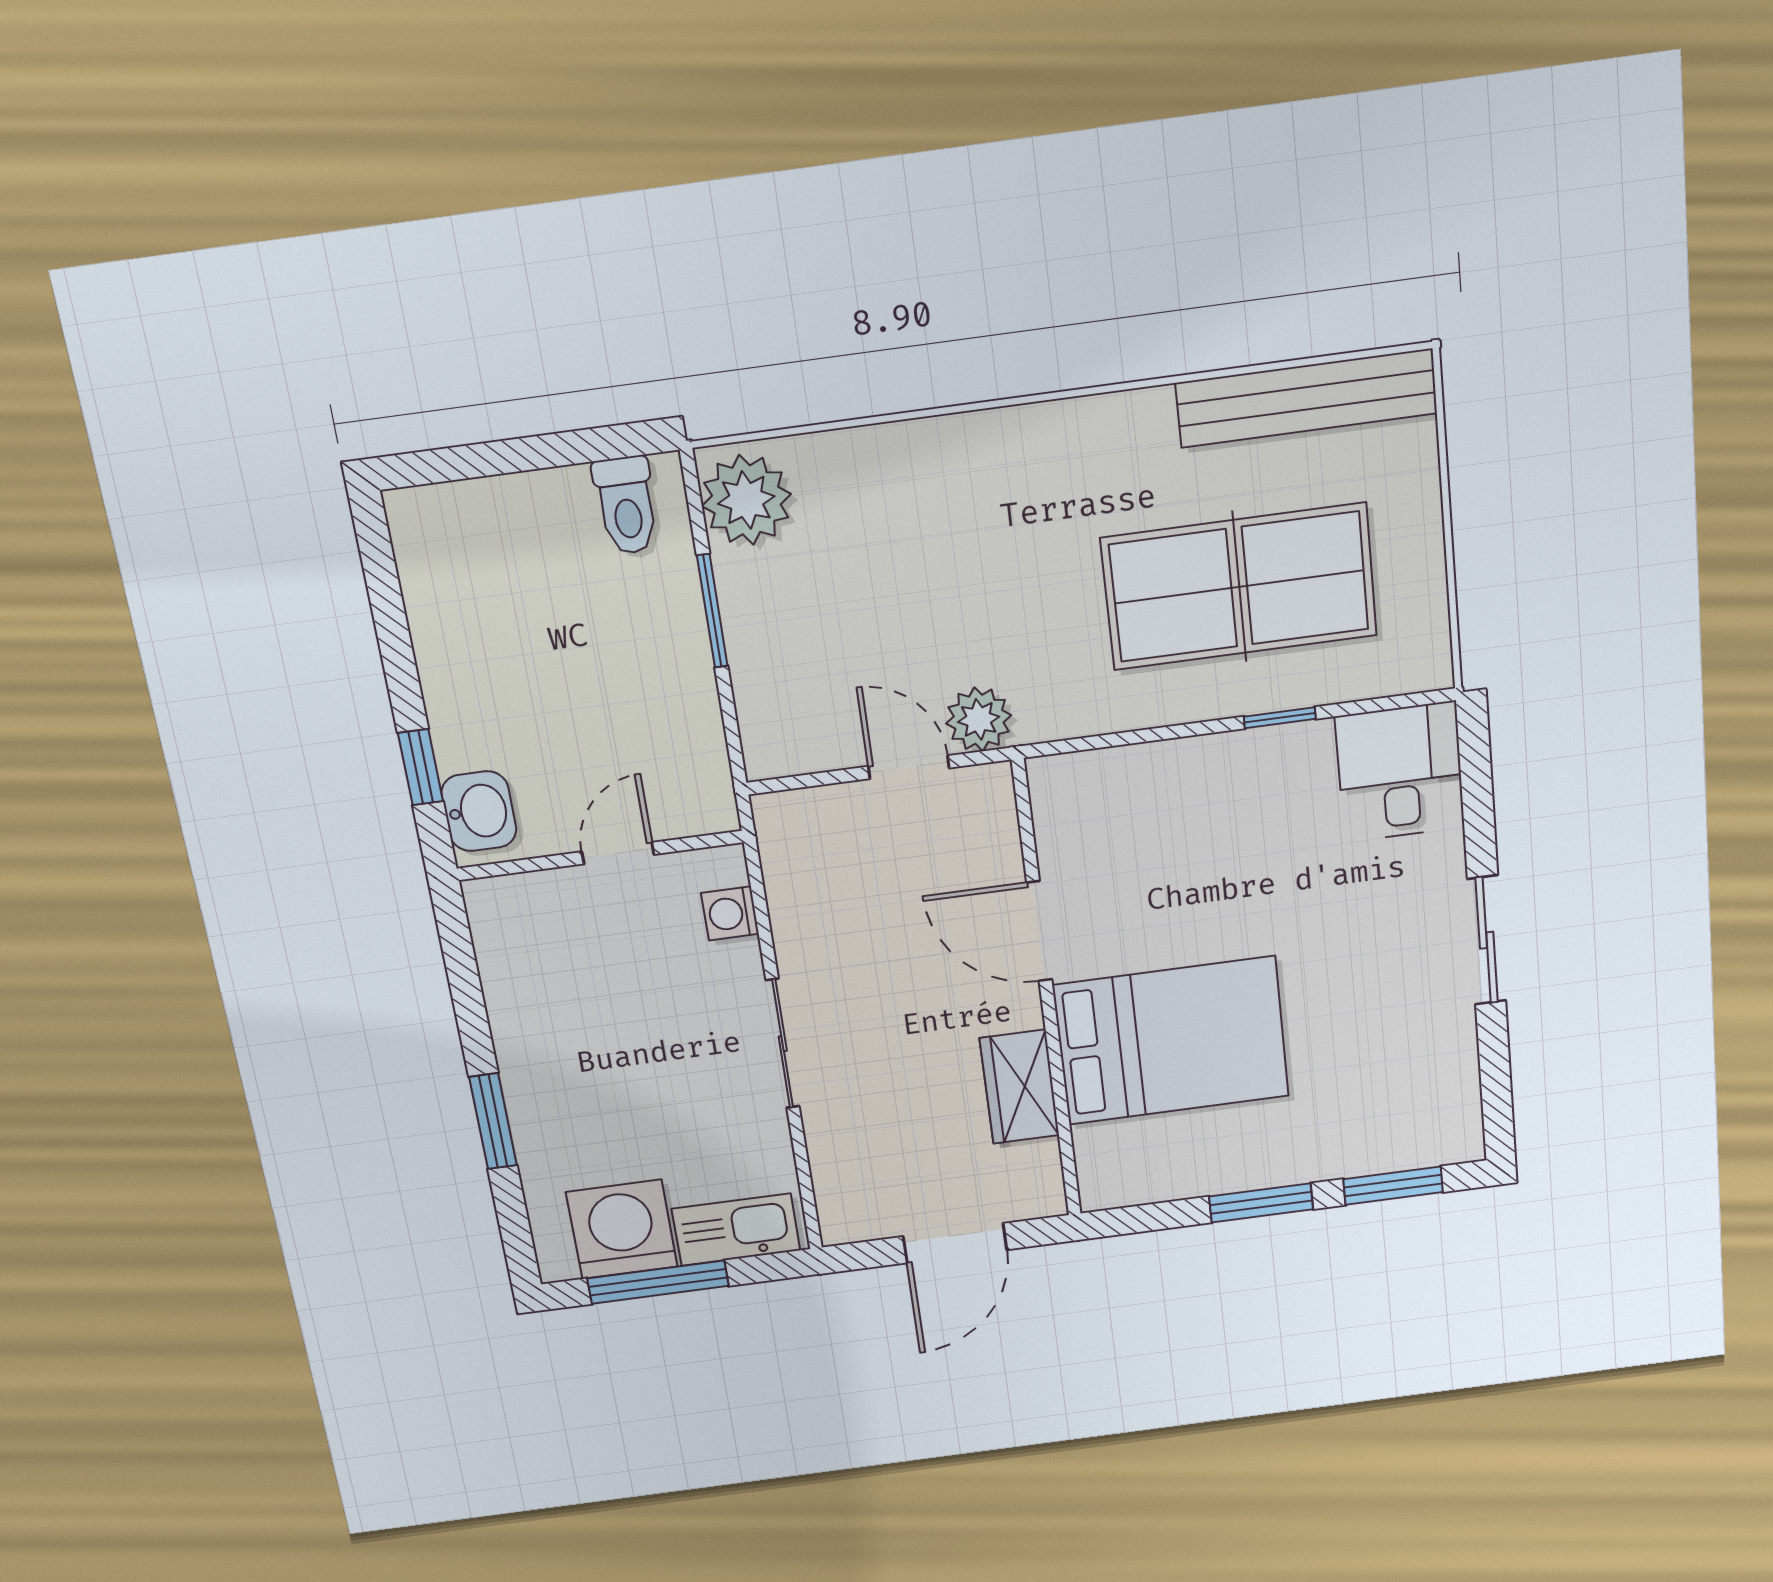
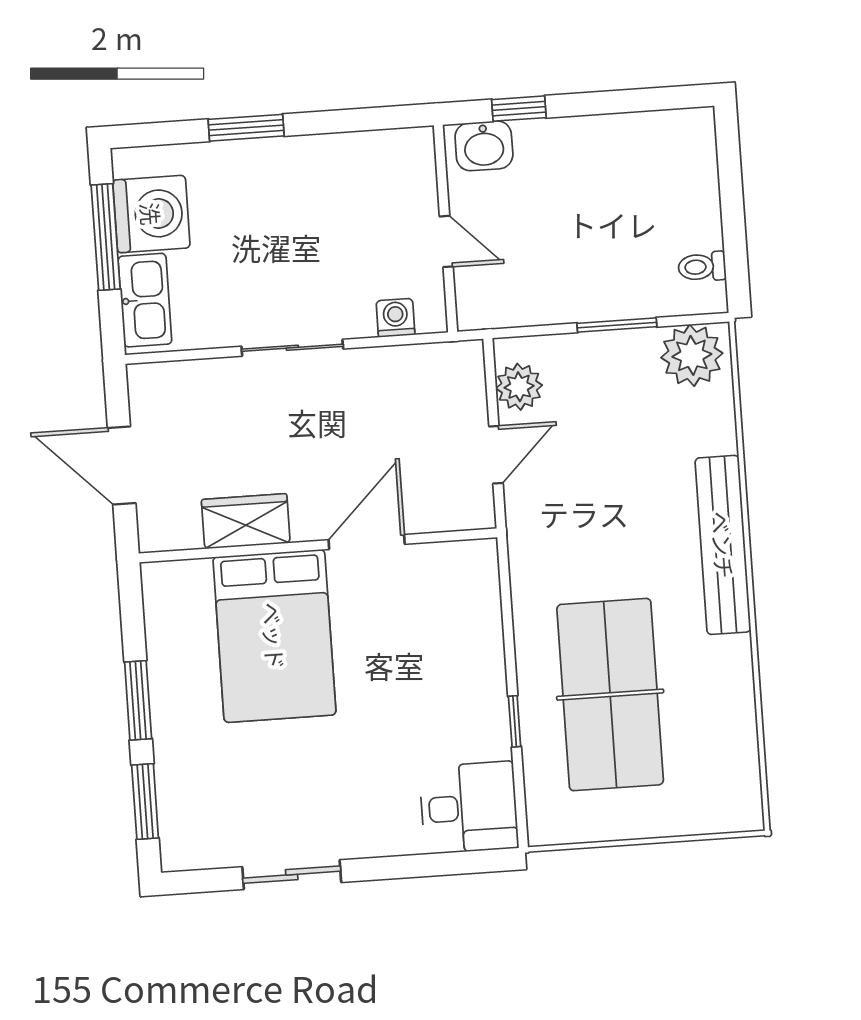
bench: (1307, 398) -> (723, 545), moved
toilet: (626, 505) -> (702, 267), width x0.73, depth x0.72
plant: (979, 719) -> (519, 387), moved
sliding door: (1487, 940) -> (292, 875), moved

